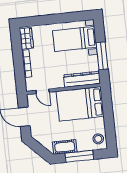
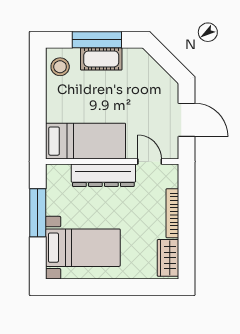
dresser: (82, 79) -> (103, 175), moved
bed: (80, 104) -> (86, 141), width x0.67
cot: (65, 147) -> (101, 59), moved

